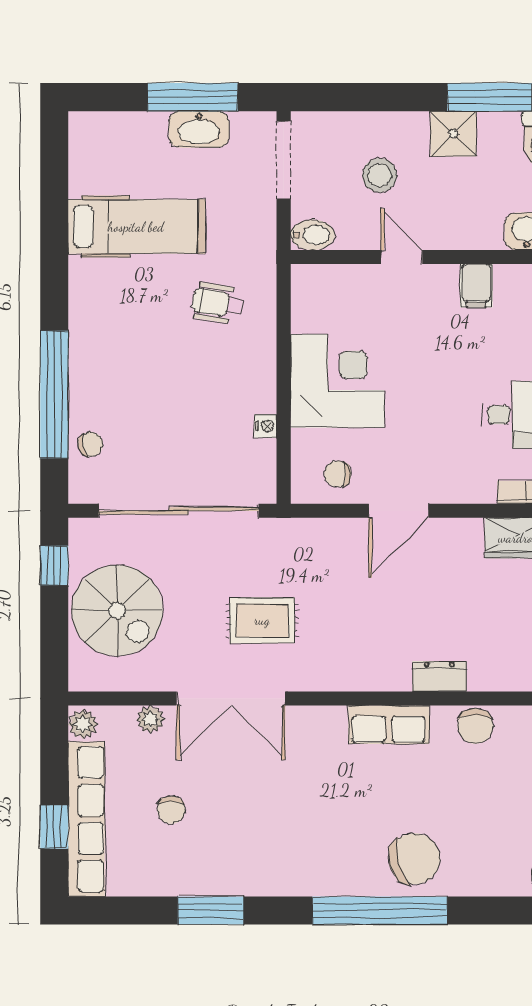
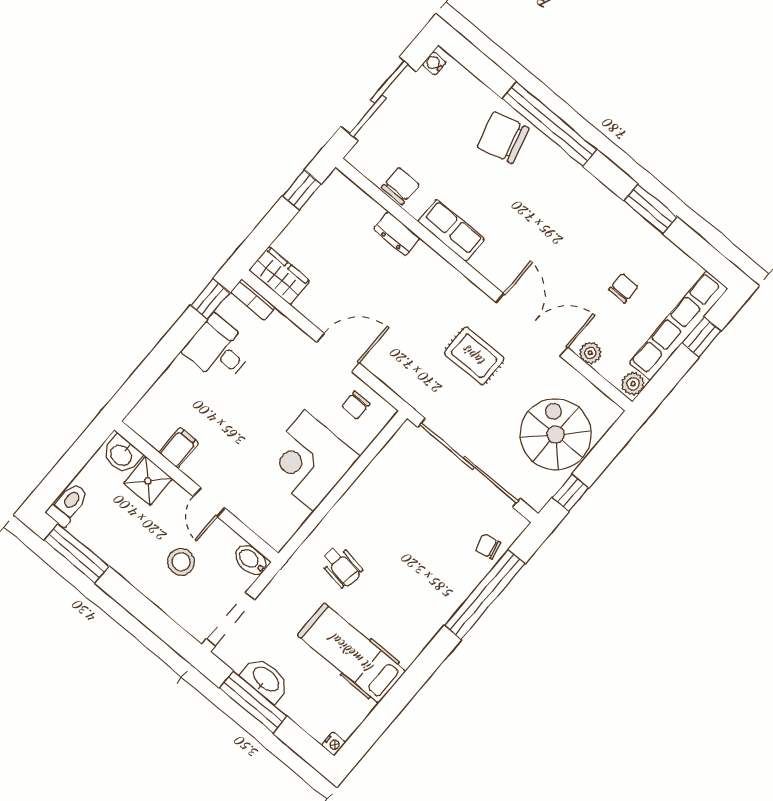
shower: (453, 134) -> (148, 481), moved
nightstand: (266, 426) -> (334, 744), moved, turned 180
chair: (338, 474) -> (356, 405), turned 90

